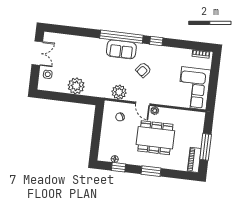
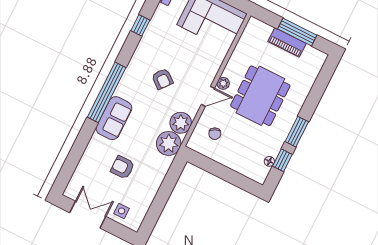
window: (156, 41) -> (140, 25), moved
sofa: (121, 49) -> (114, 118), moved
armchair: (76, 65) -> (122, 167), added
plant: (76, 86) -> (169, 143), moved
piano: (194, 160) -> (287, 42), moved
window: (151, 171) -> (297, 132), moved

